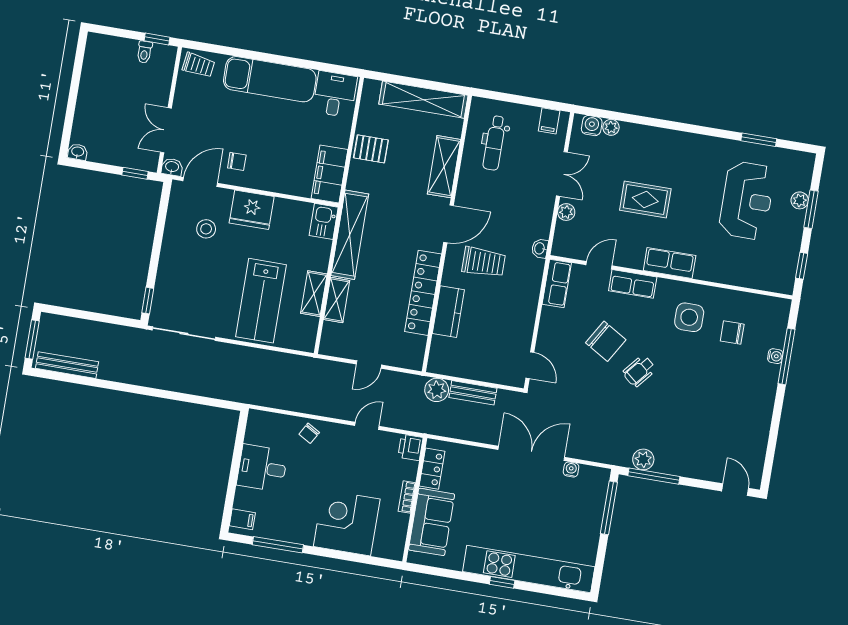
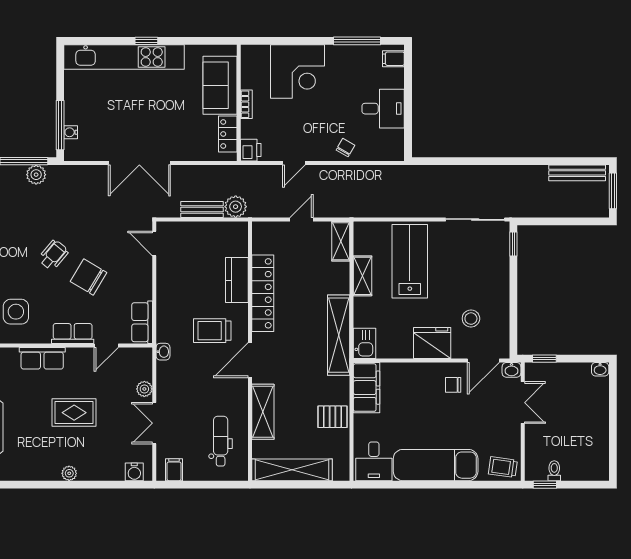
plant: (611, 127) -> (69, 473), moved
shelving: (337, 300) -> (341, 241), moved
water cooler: (571, 469) -> (71, 132), moved, turned 90

